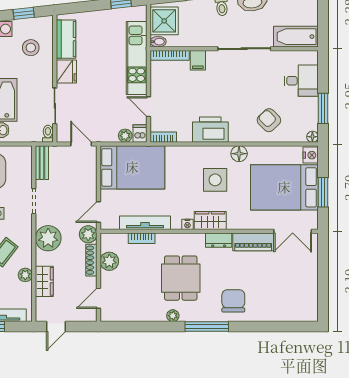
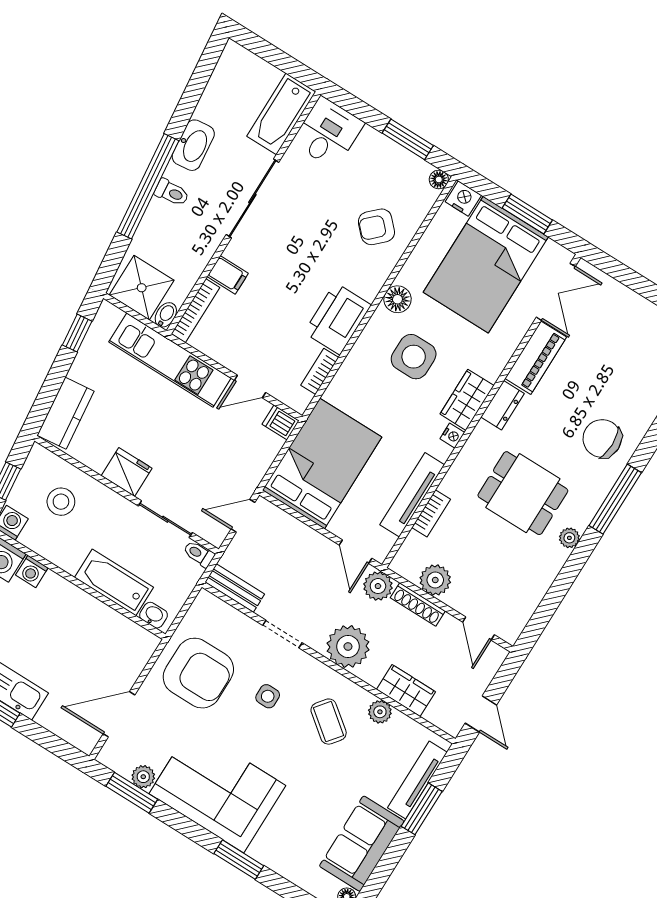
kitchen counter: (66, 39) -> (66, 413), moved, turned 84
desk: (301, 81) -> (328, 133), moved
plant: (125, 136) -> (270, 446), removed
bookcase: (163, 137) -> (320, 371), moved

